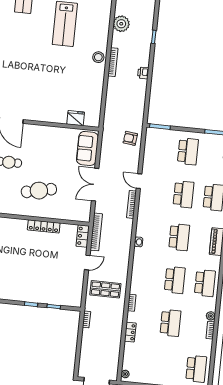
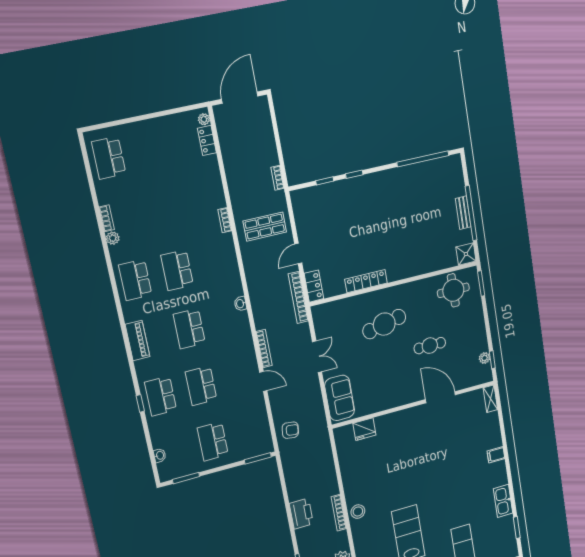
printer: (143, 73) -> (301, 514), width x1.87, depth x1.48
double door: (95, 185) -> (317, 357), width x0.73
school desk: (170, 323) -> (165, 210), removed
locker: (130, 332) -> (207, 140), moved

